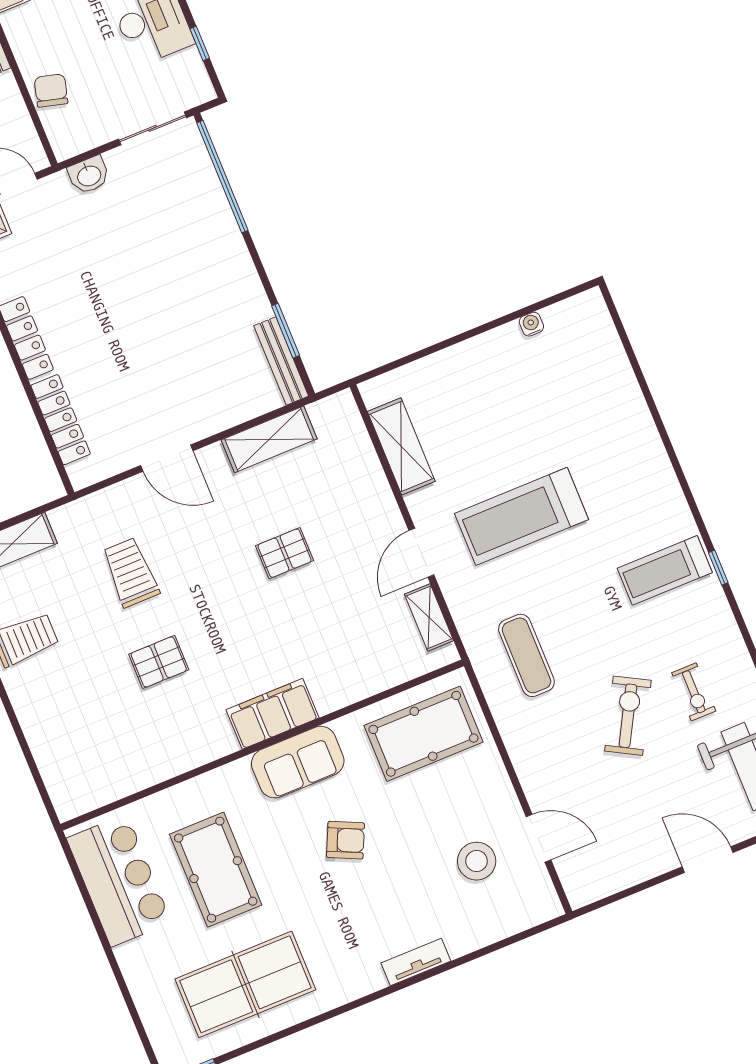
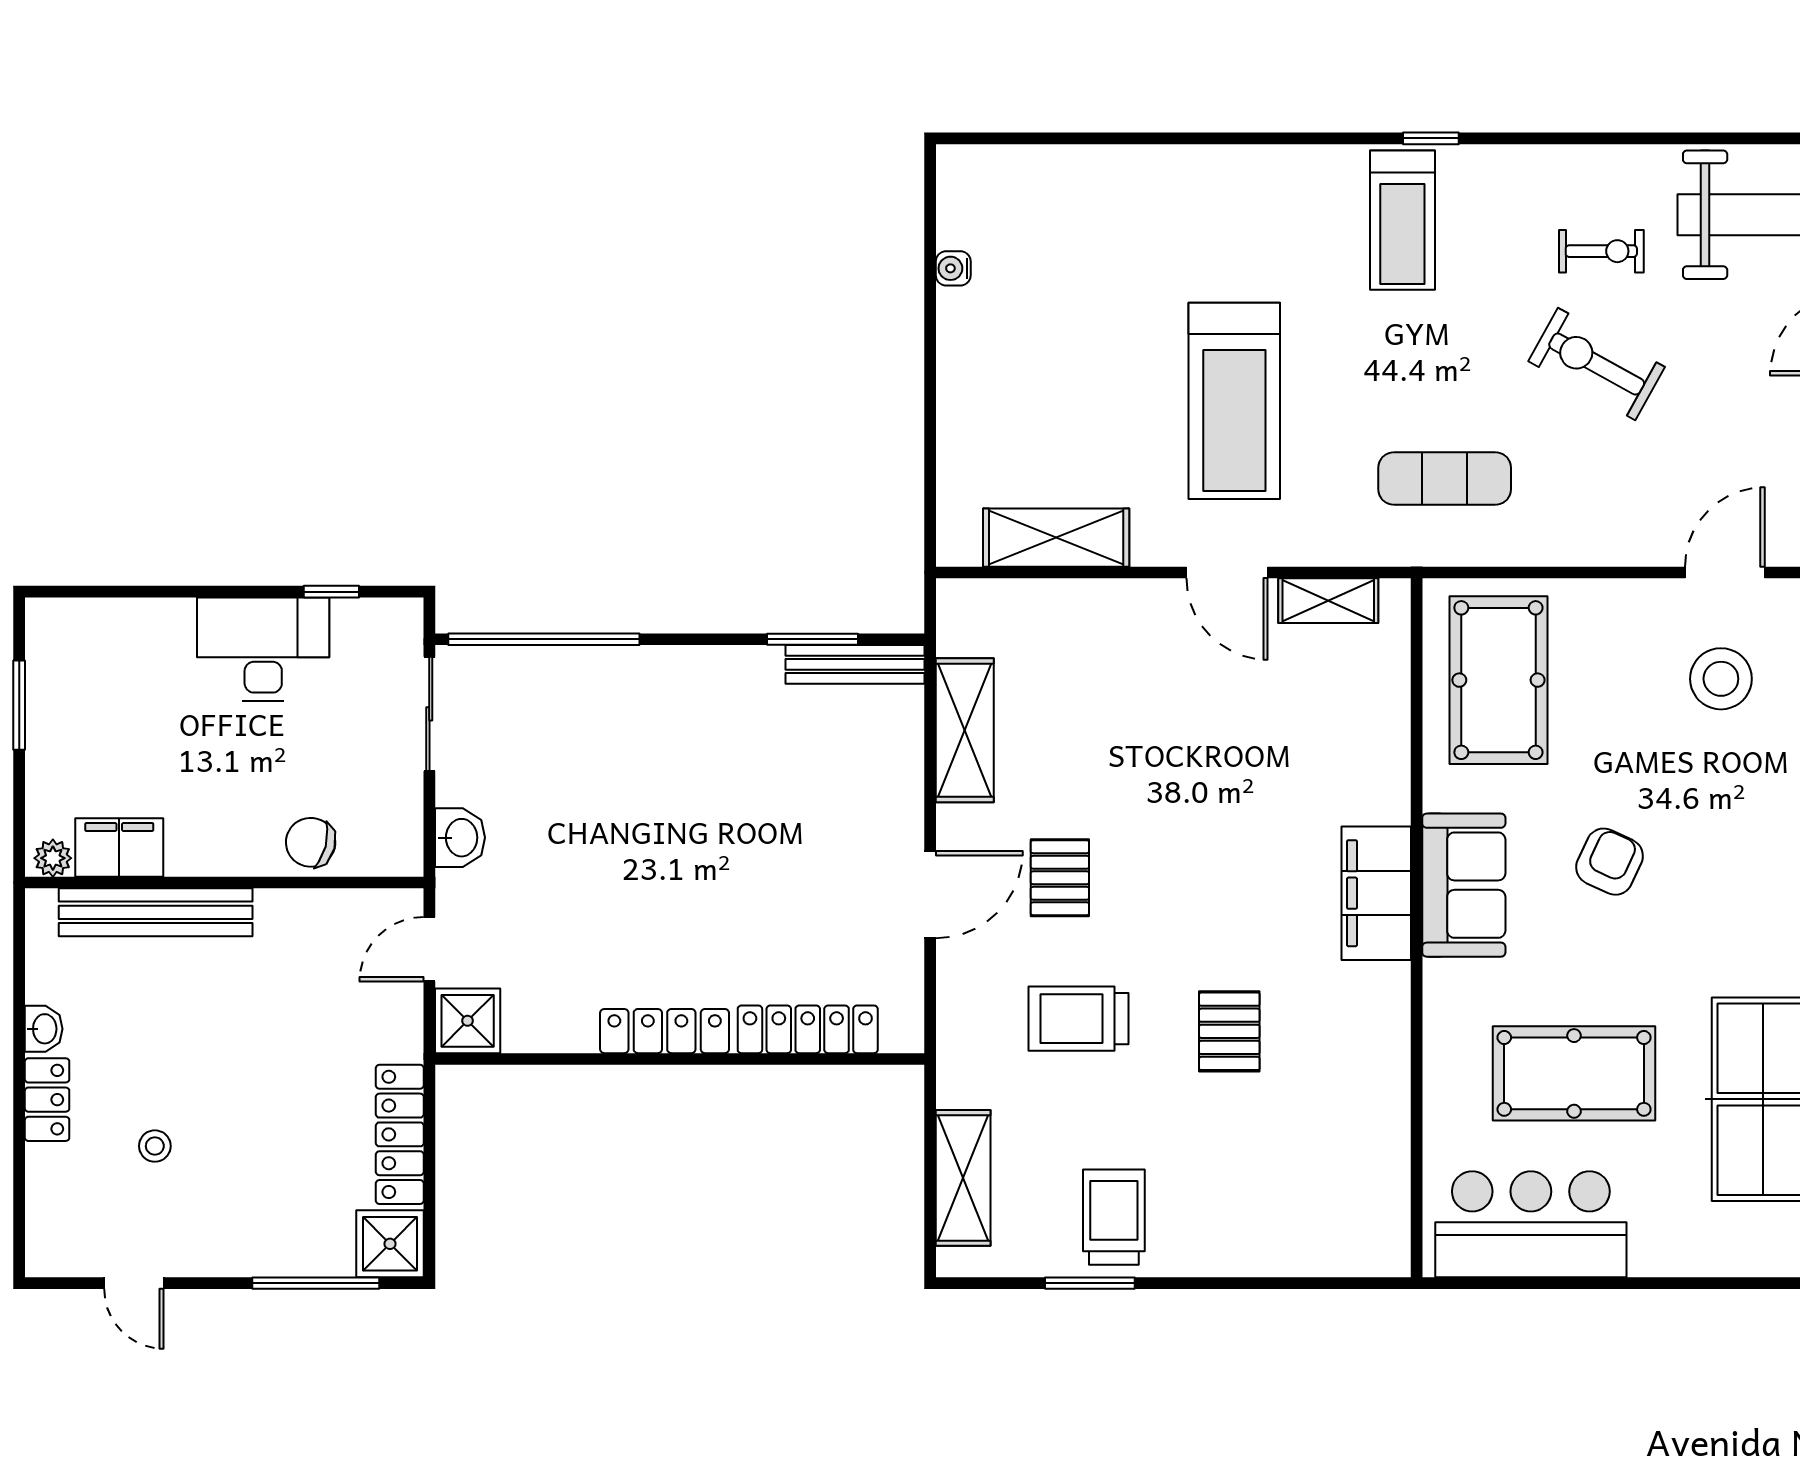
pallet: (285, 553) -> (1060, 878), moved

